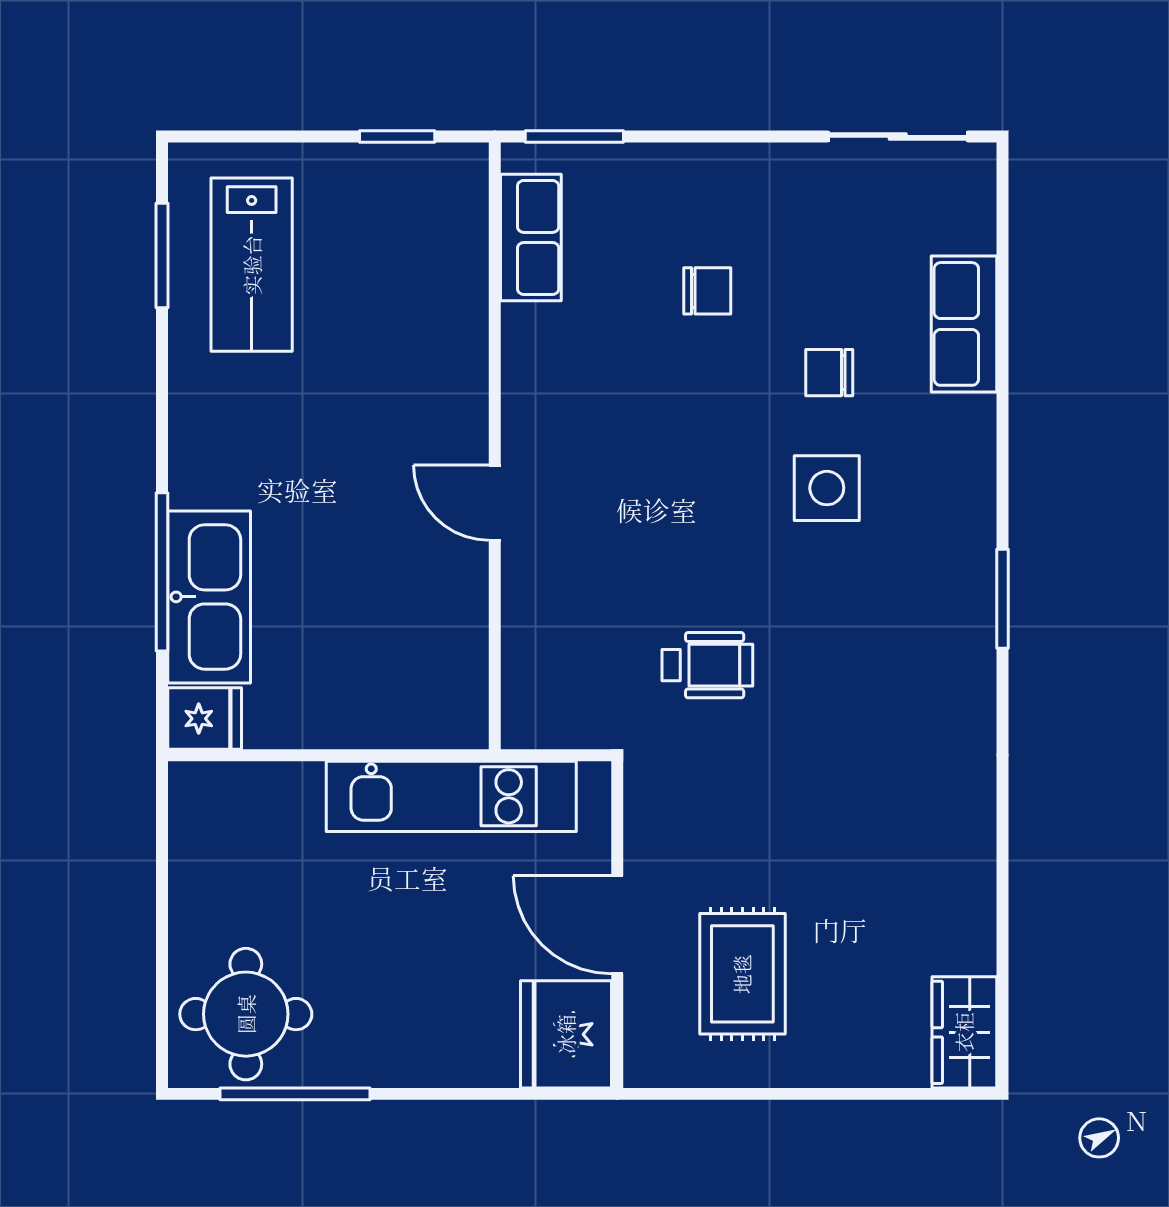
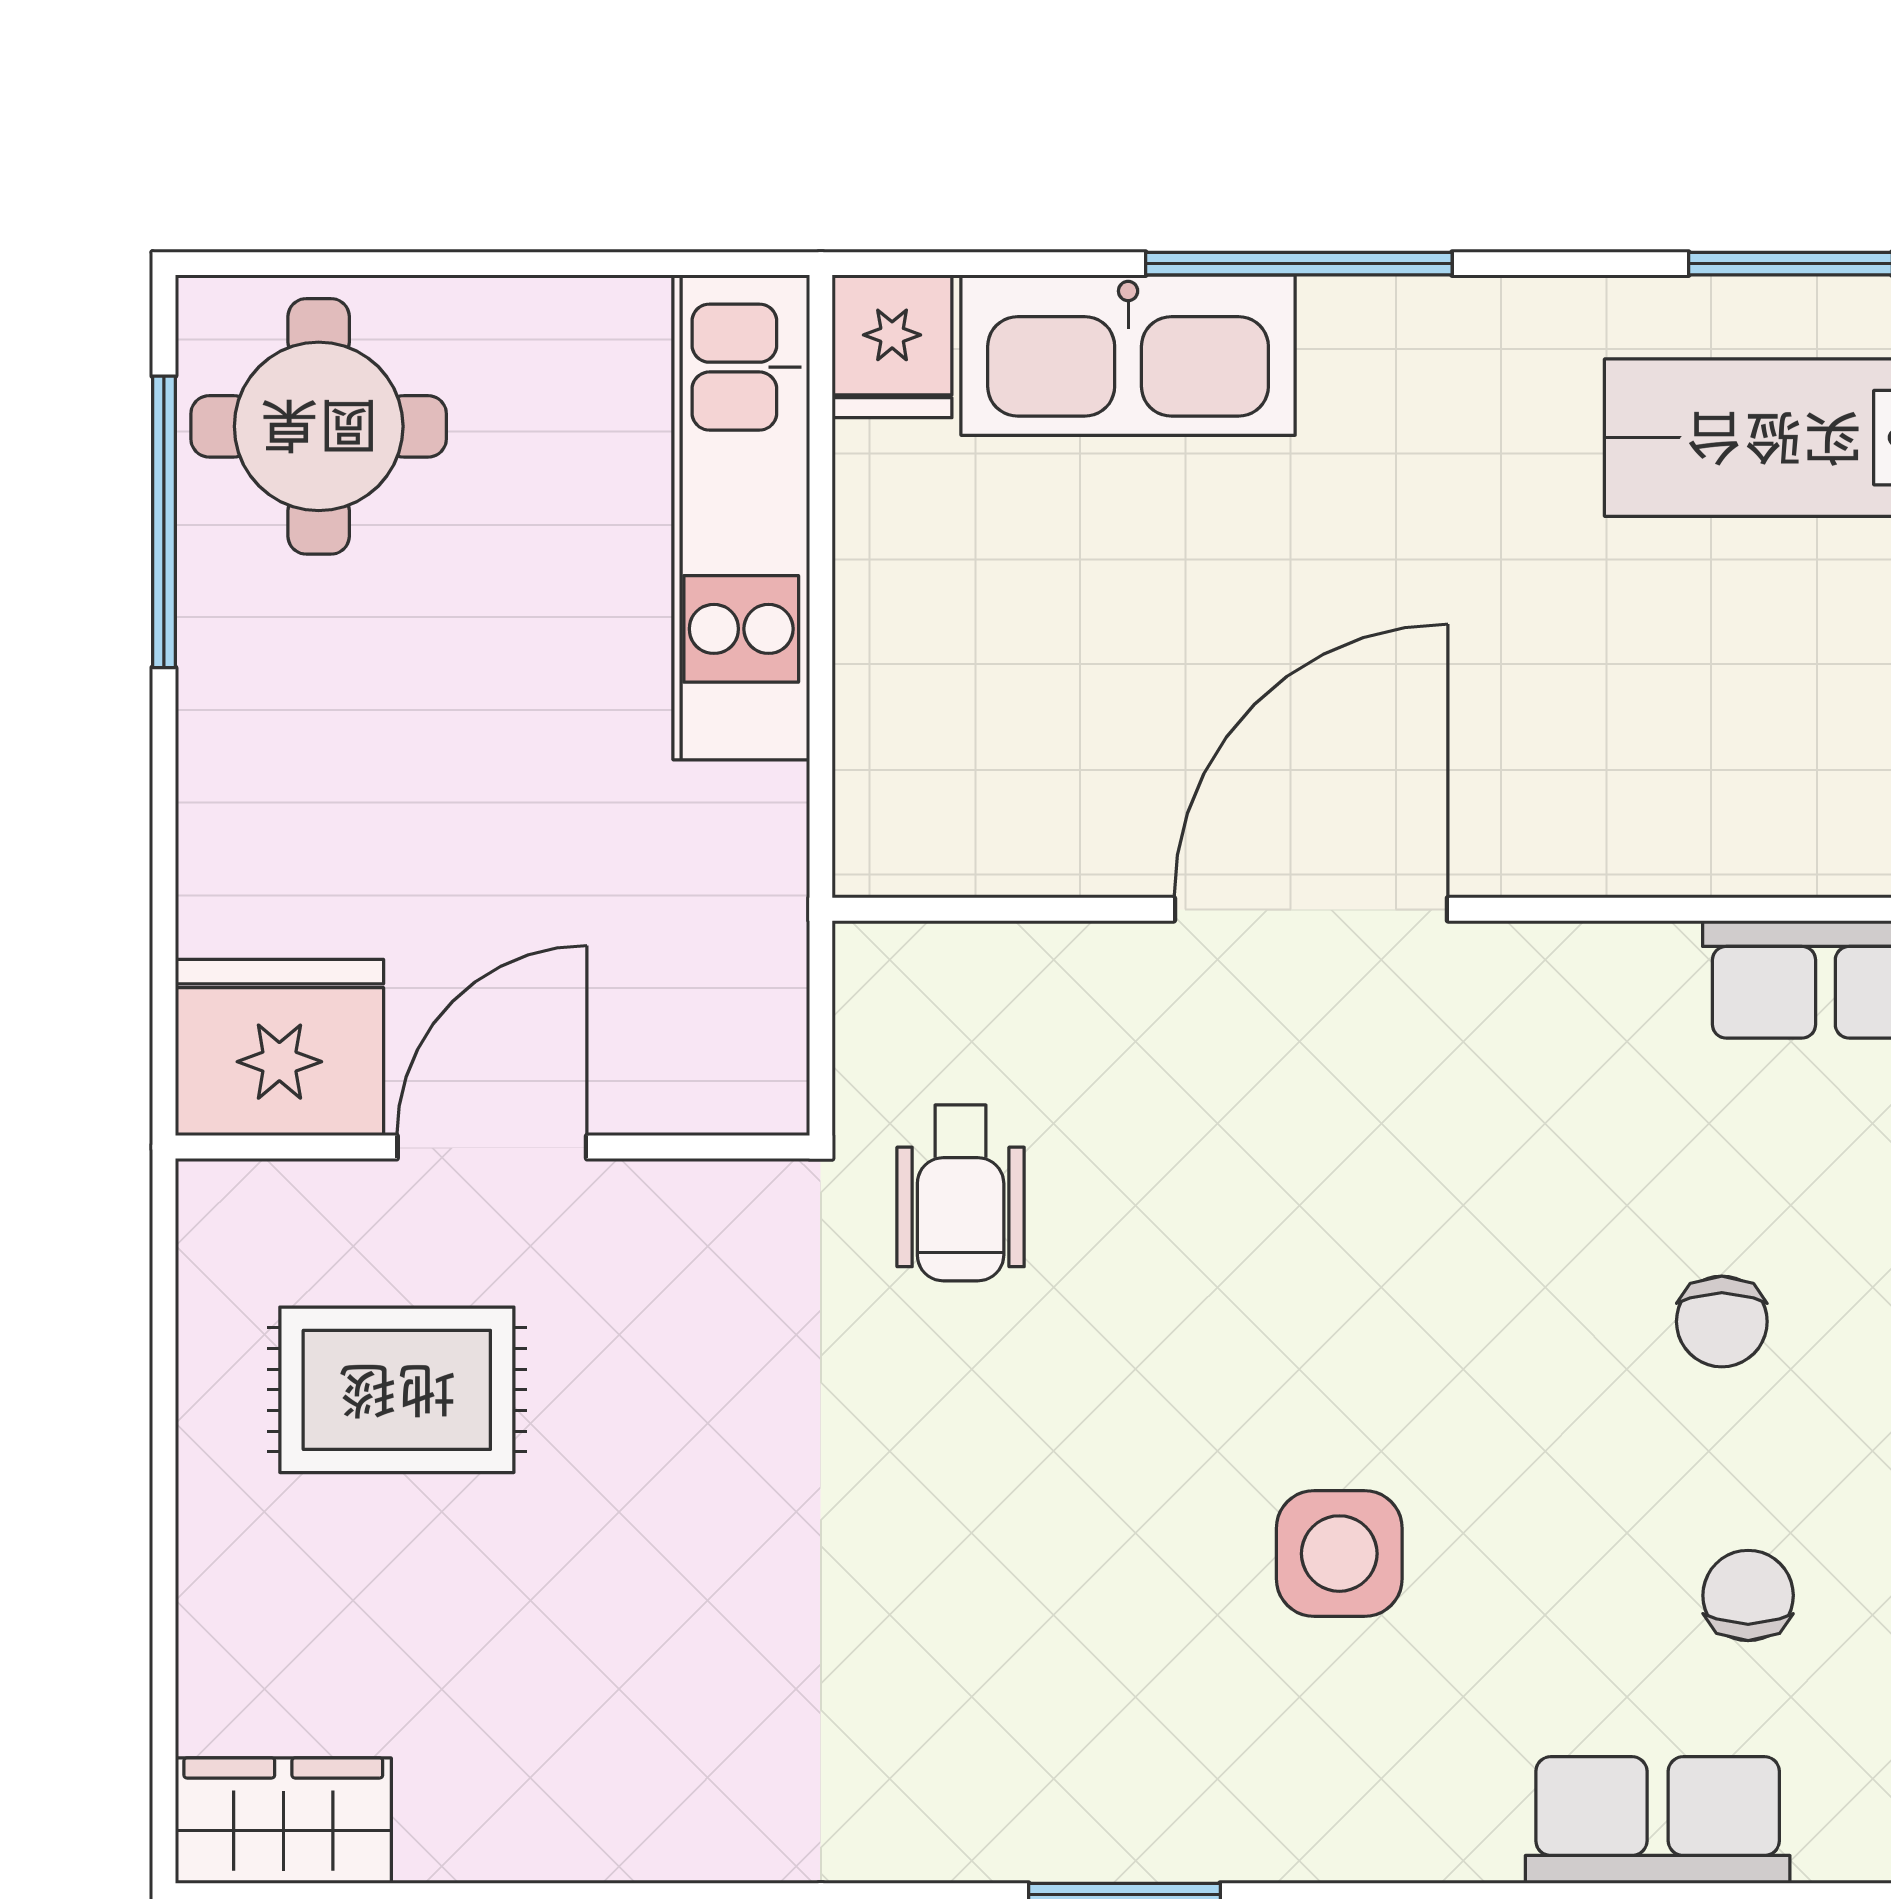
chair: (829, 373) -> (1748, 1595), moved
door: (495, 503) -> (1311, 909), width x1.88
window: (162, 572) -> (1299, 264), moved
wheelchair: (707, 665) -> (961, 1193), moved
kitchen unit: (451, 796) -> (741, 517), moved

